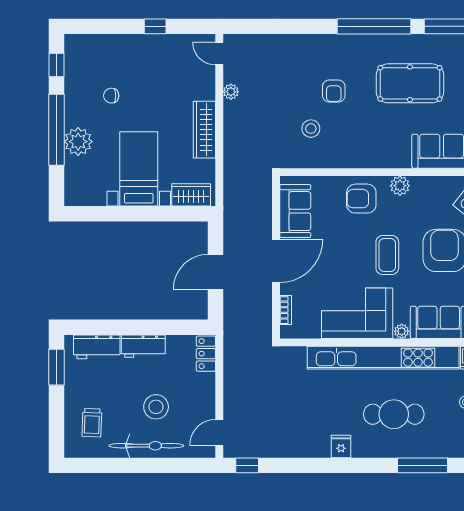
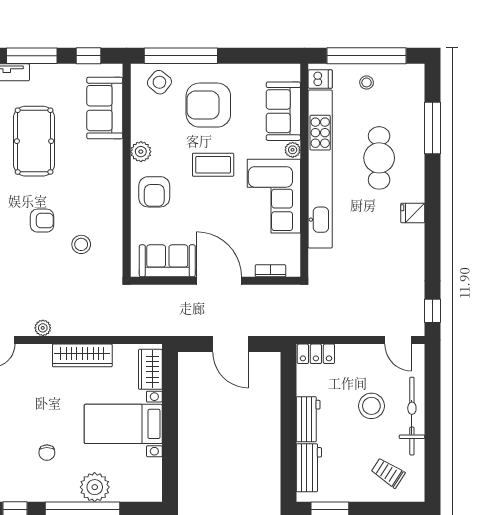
trolley: (92, 423) -> (388, 473), turned -149

